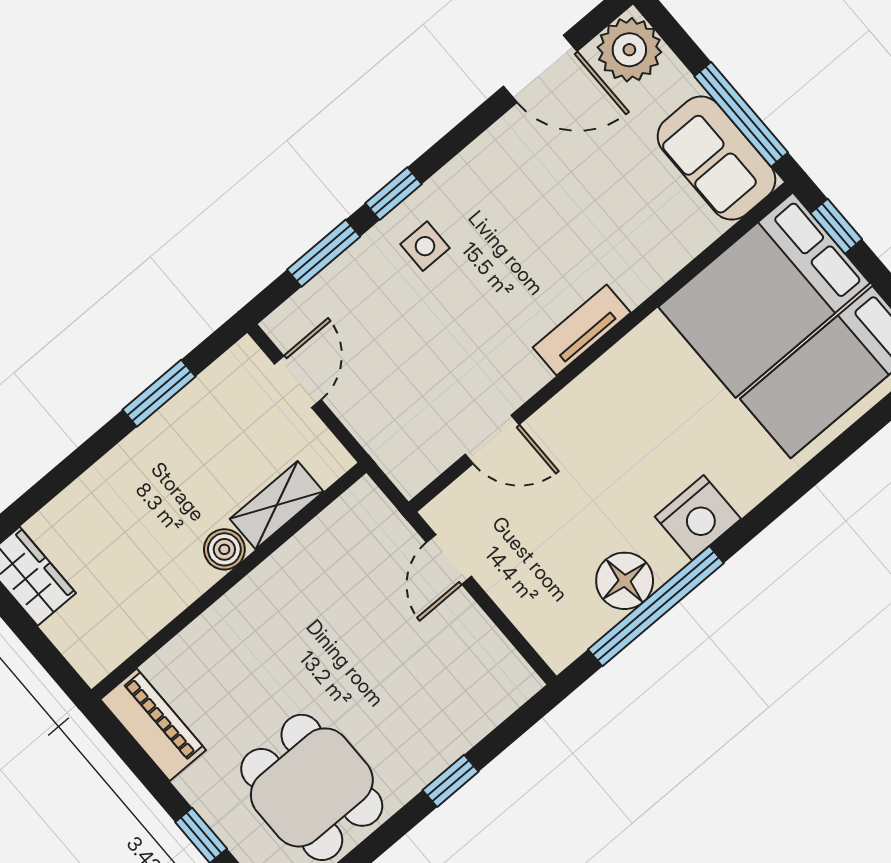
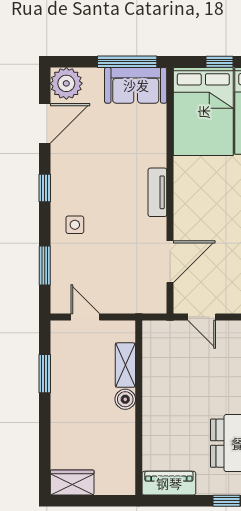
window: (394, 194) -> (45, 188), moved
window: (836, 226) -> (220, 62), moved
door: (492, 439) -> (170, 262), width x1.38

